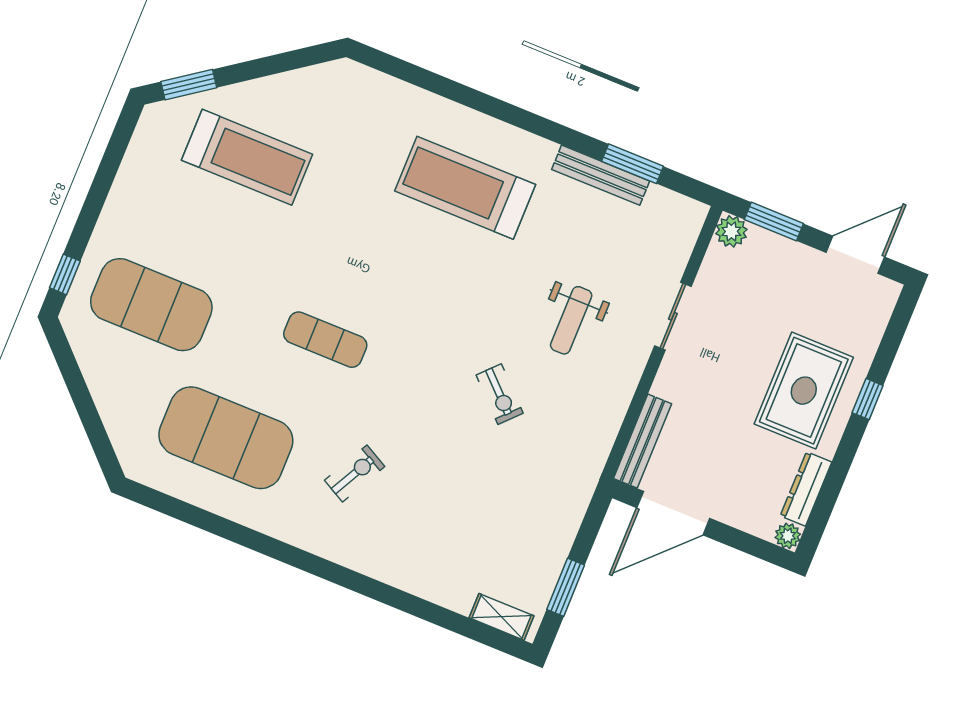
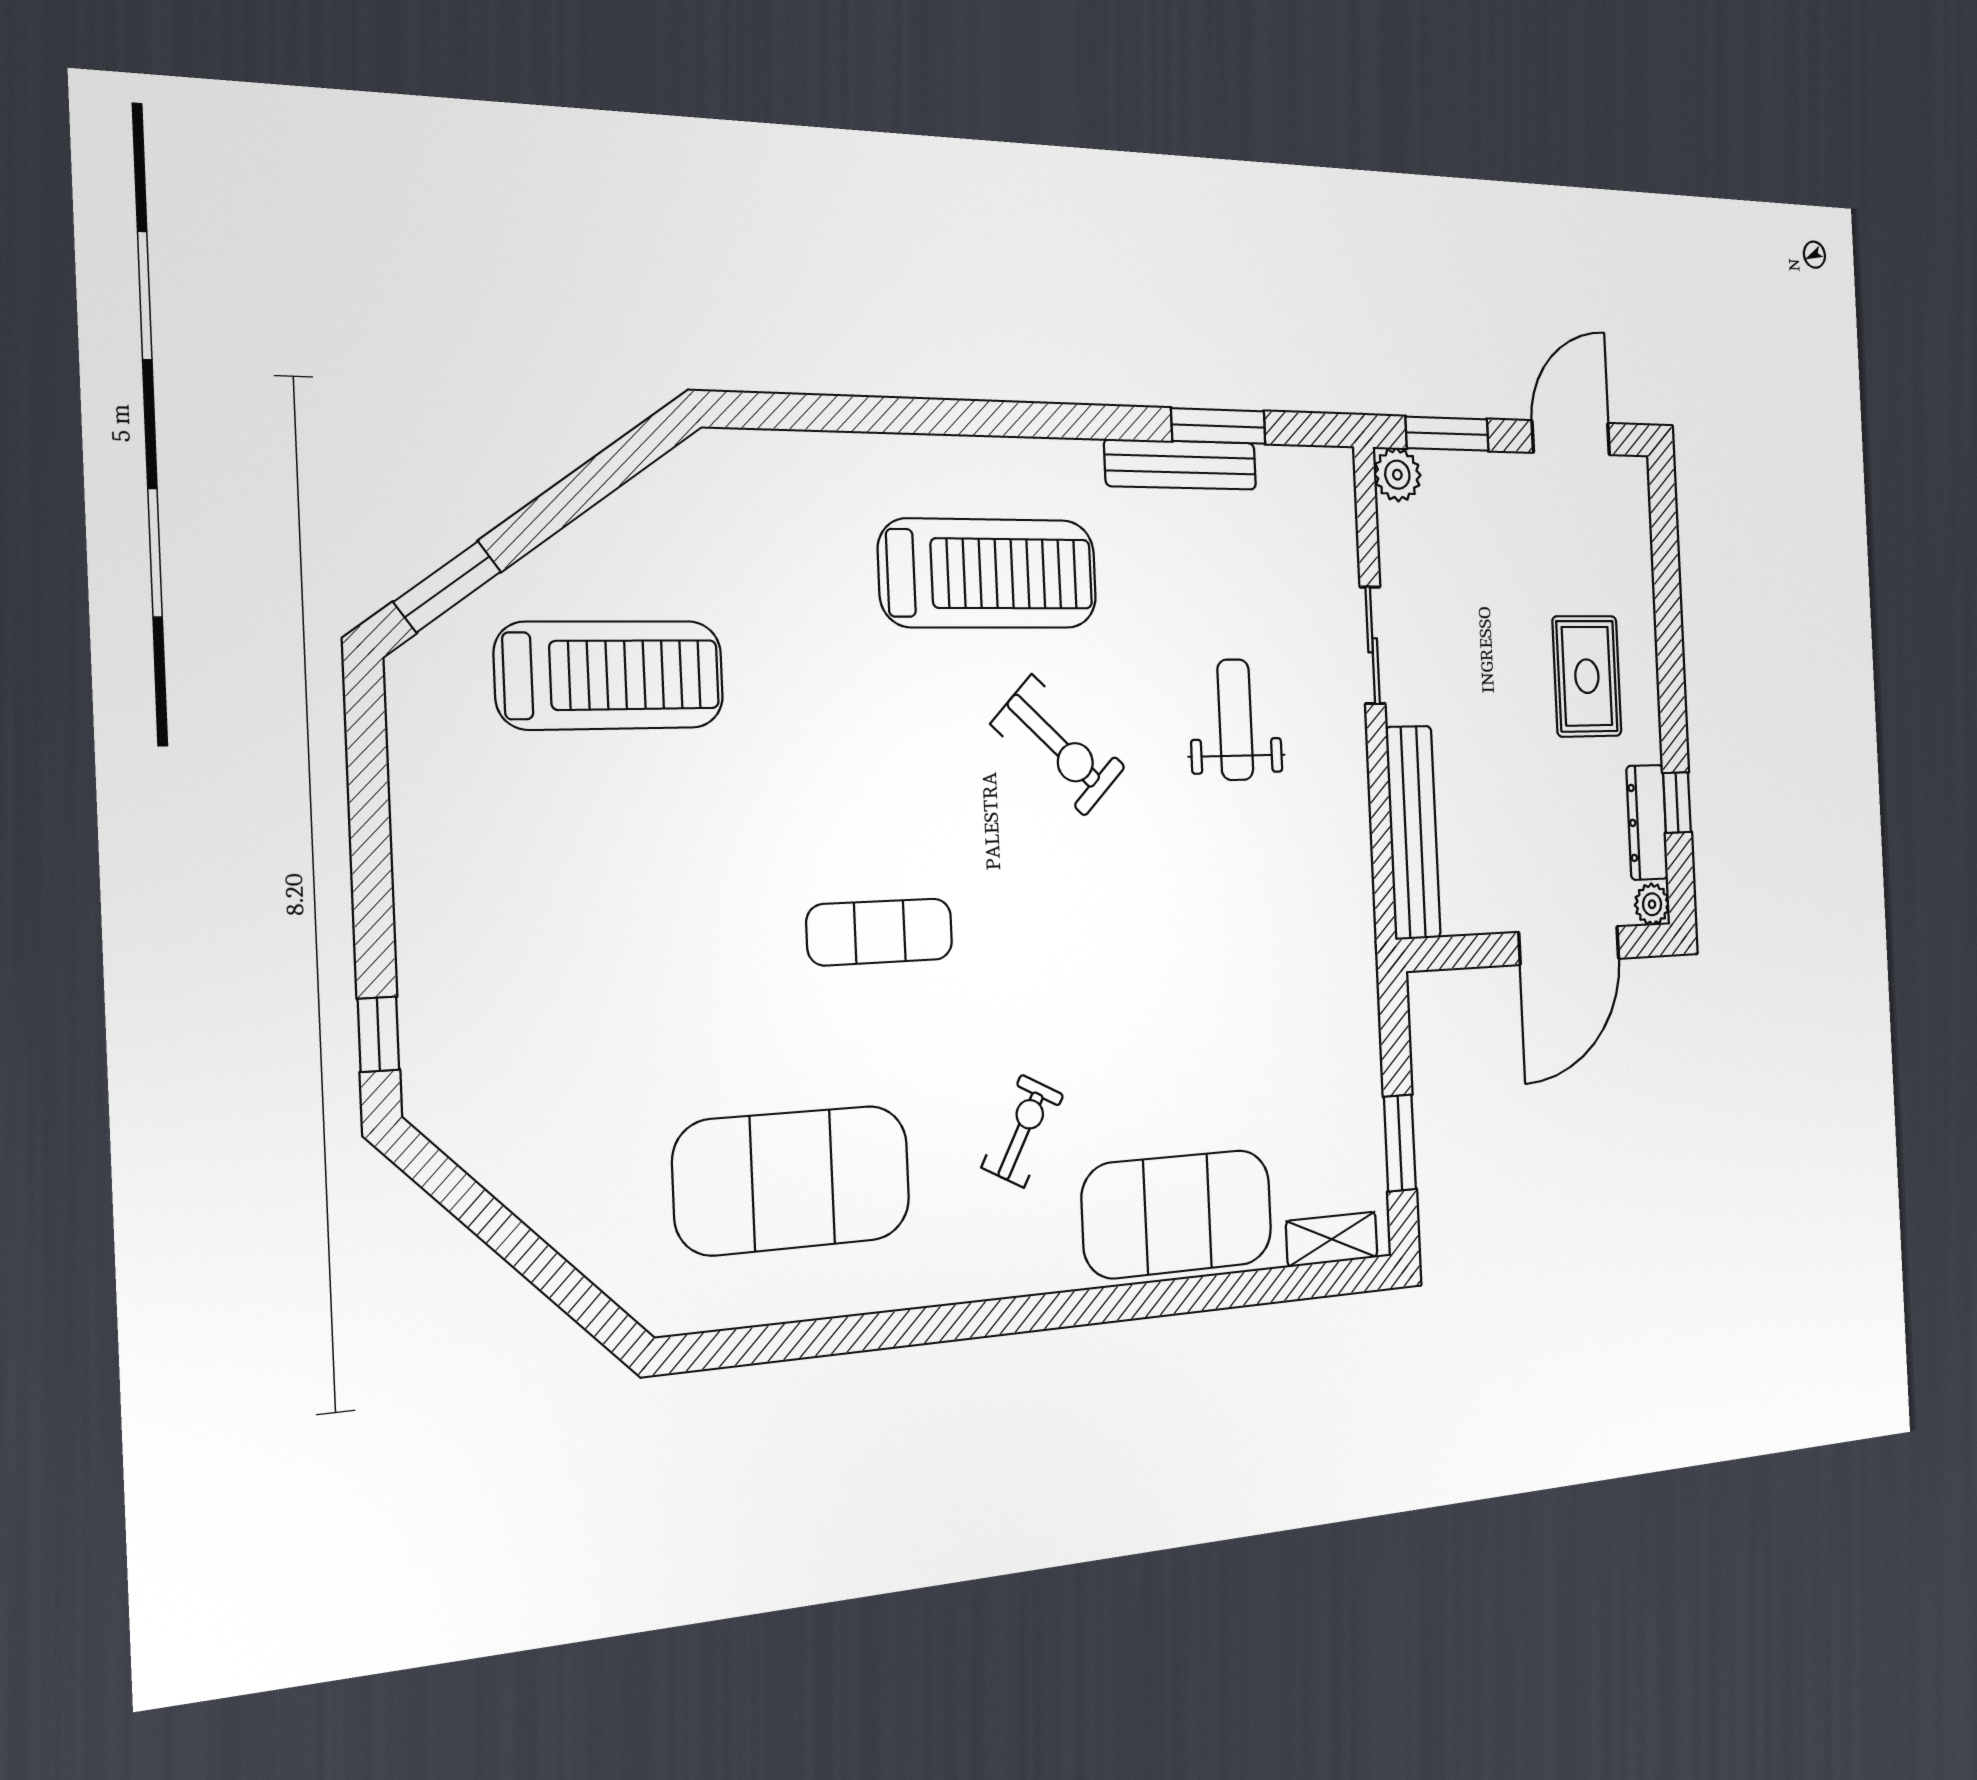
treadmill: (465, 188) -> (988, 573), turned 180
exercise mat: (151, 305) -> (1177, 1214), moved
weight bench: (571, 320) -> (1235, 720), turned 180
rug: (804, 391) -> (1587, 676), width x0.73, depth x0.70
exercise bike: (500, 394) -> (1058, 746), moved, width x1.38, depth x1.39
window: (868, 399) -> (1677, 803), moved
bench: (642, 441) -> (1413, 832), width x1.37, depth x1.21
door: (673, 513) -> (1569, 945), moved

